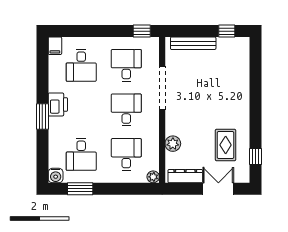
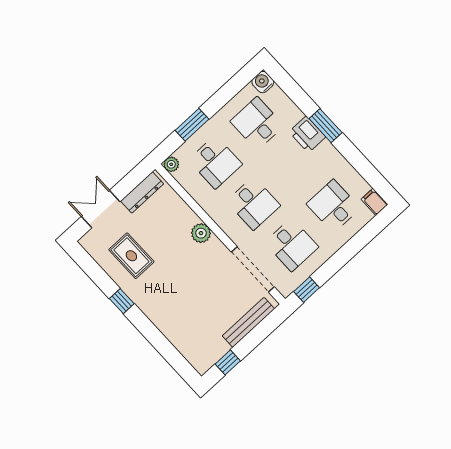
doorway: (162, 88) -> (253, 269), moved
printer: (58, 104) -> (307, 134), moved
plant: (173, 144) -> (201, 233), moved
window: (255, 157) -> (122, 301), moved
window: (80, 189) -> (192, 125), moved
double door: (218, 189) -> (101, 209), swing flipped

